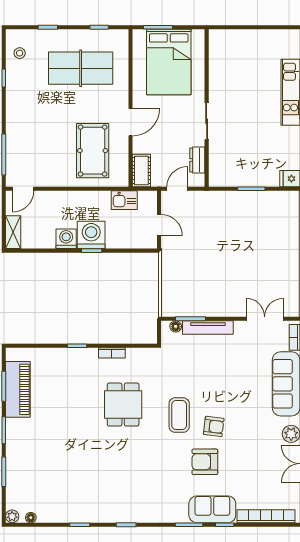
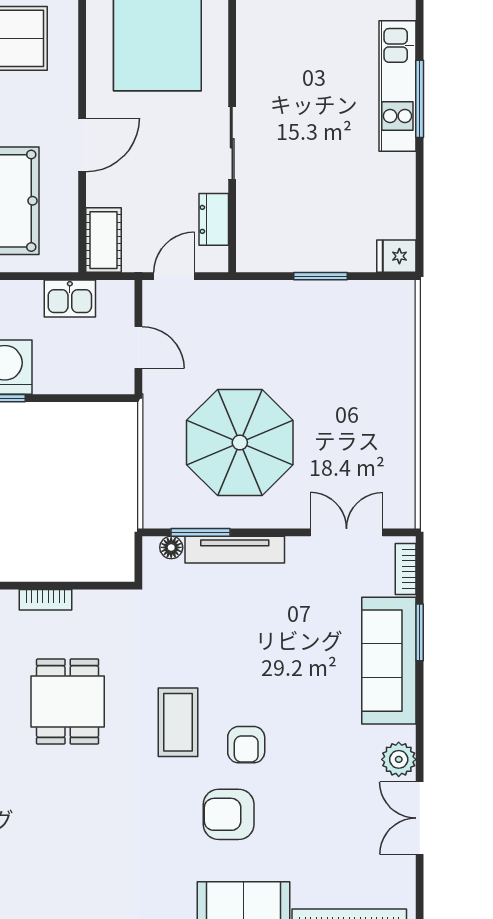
parasol: (210, 273) -> (240, 442), added
armchair: (214, 426) -> (246, 745), turned 83

